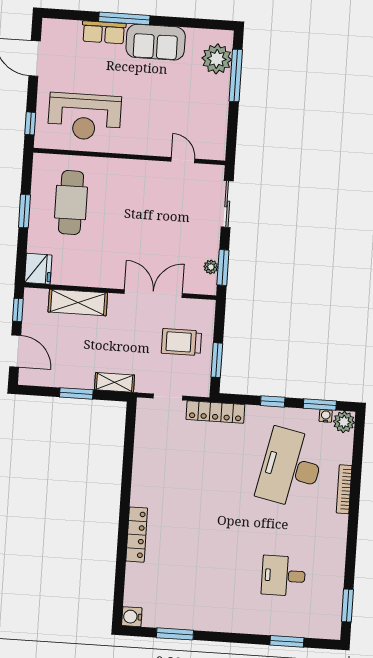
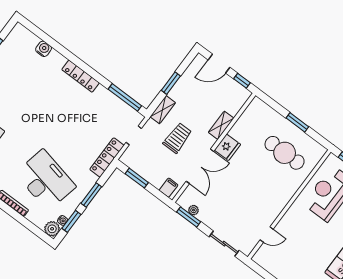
fridge: (38, 269) -> (227, 147), moved, turned -90
shelving: (78, 302) -> (221, 125), width x0.67, depth x0.75
filing cabinet: (203, 314) -> (169, 188), added
trolley: (181, 342) -> (177, 138), moved
window: (273, 401) -> (91, 195), width x1.50
window: (129, 437) -> (125, 97), added
locker: (137, 535) -> (81, 76), moved
water cooler: (132, 617) -> (44, 49), moved

